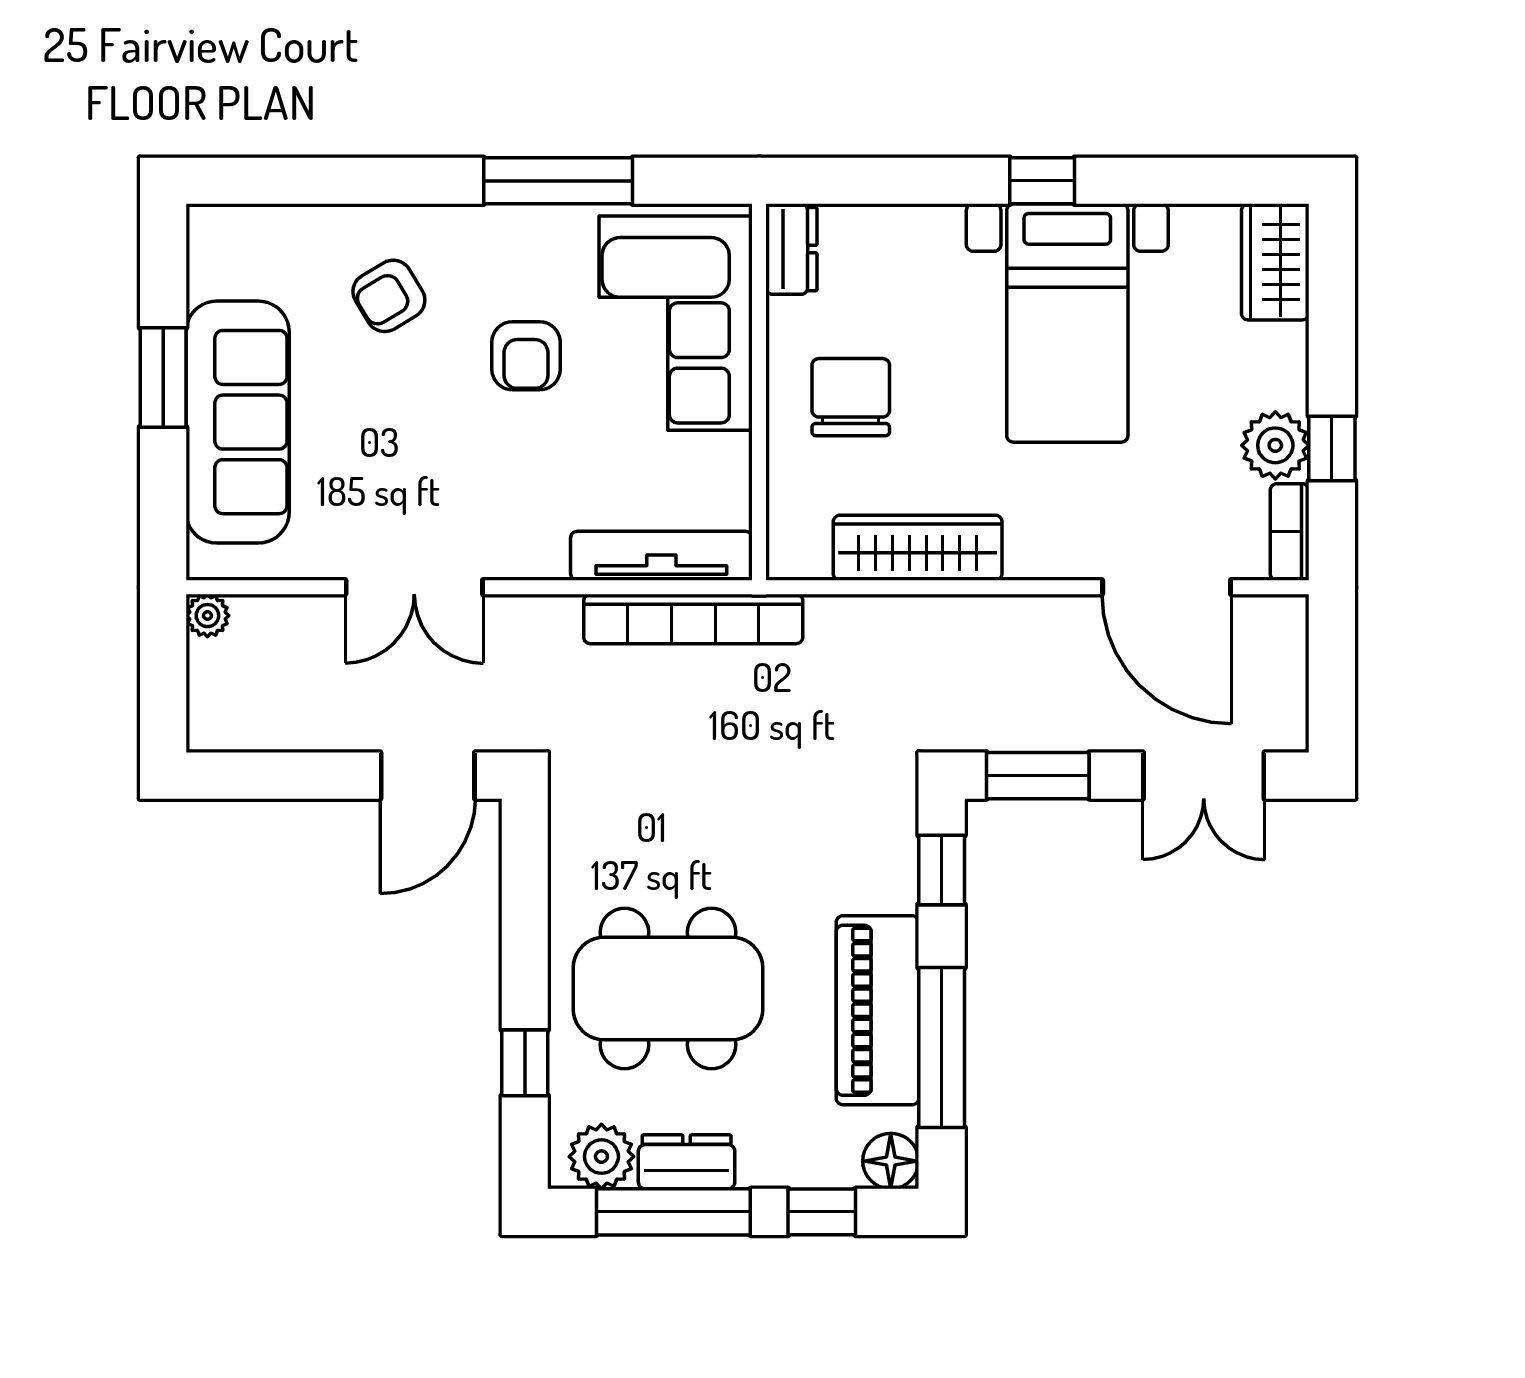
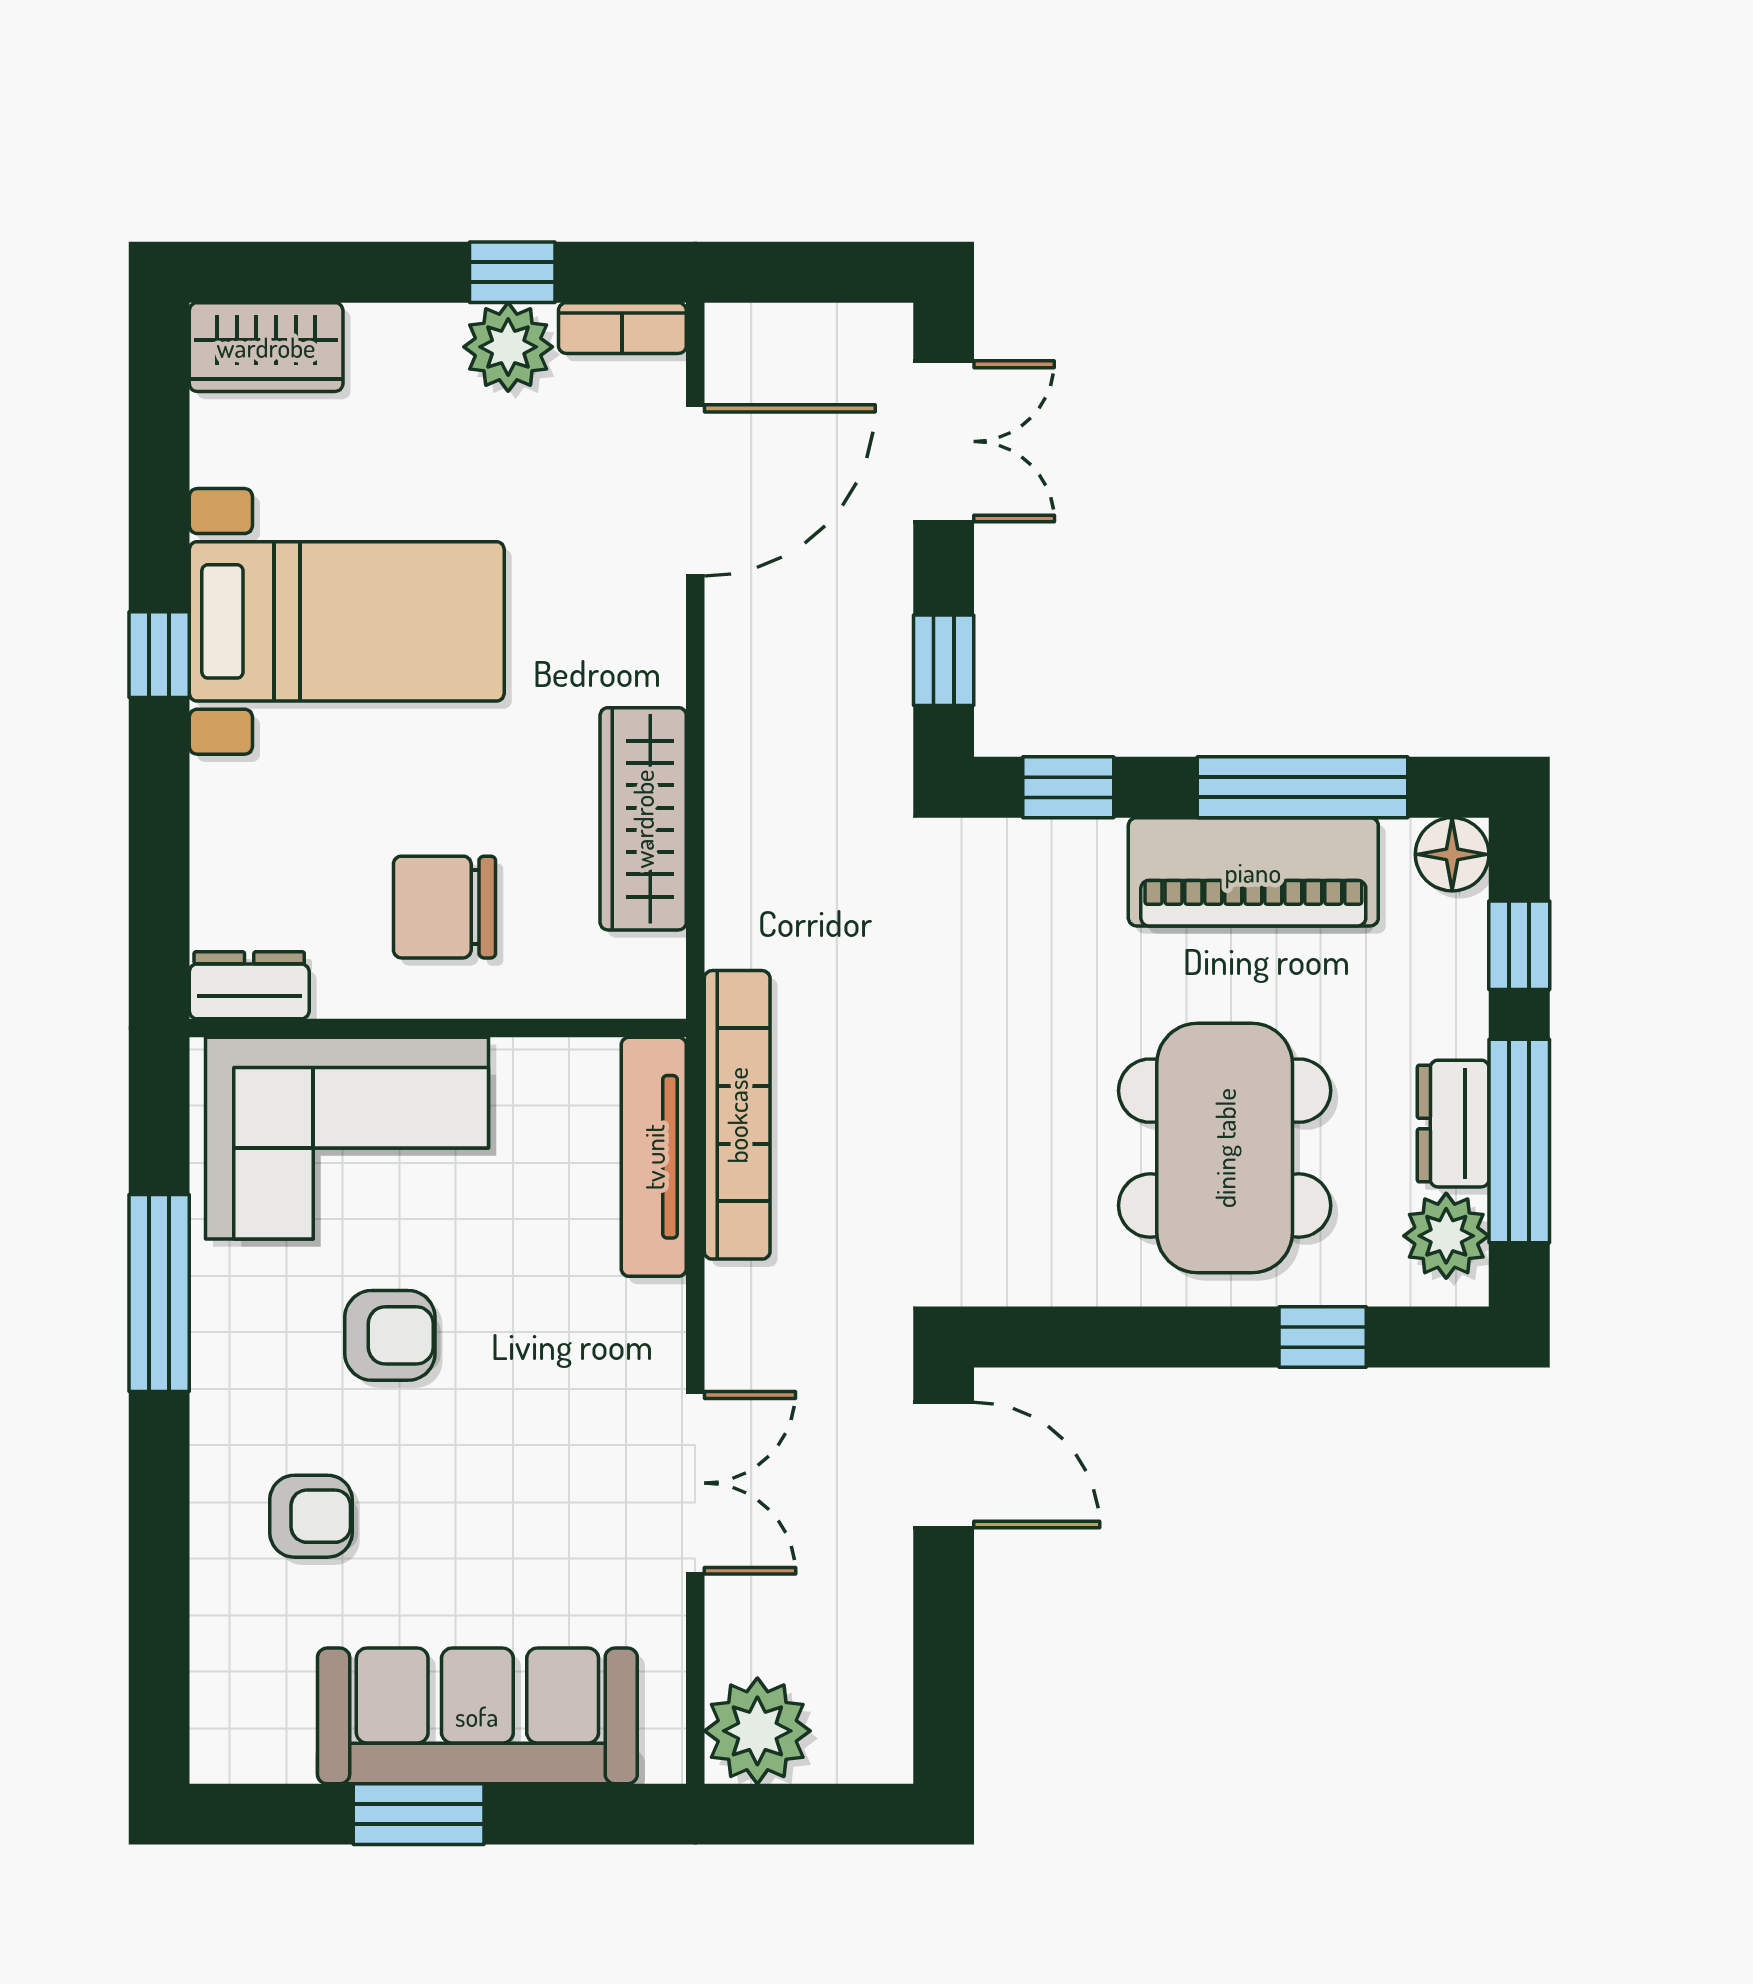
armchair: (389, 296) -> (311, 1516), turned -59
plant: (207, 616) -> (757, 1731), width x1.87, depth x1.87
window: (1038, 776) -> (944, 660), width x0.67

